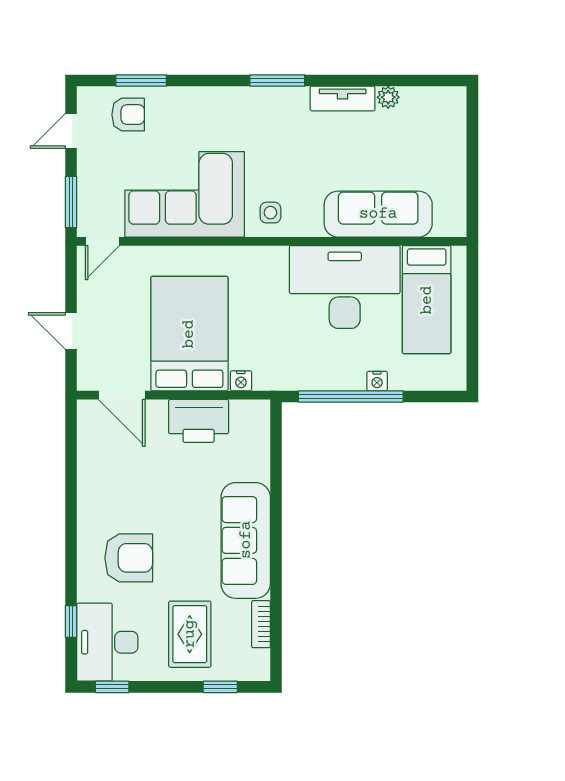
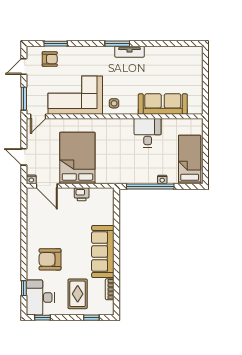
plant: (388, 97) -> (167, 51), removed
tv unit: (343, 98) -> (130, 52), moved
desk: (345, 287) -> (148, 133), width x0.53, depth x0.77
bed: (427, 300) -> (190, 159), moved, turned 180
nightstand: (241, 381) -> (31, 179), moved
printer: (199, 421) -> (82, 194), width x0.53, depth x0.68
armchair: (129, 558) -> (50, 259), turned 180

